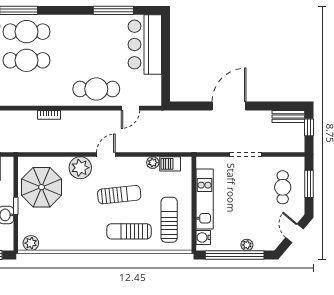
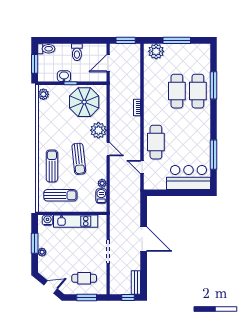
window: (235, 255) -> (35, 243), width x0.47

